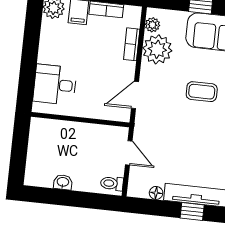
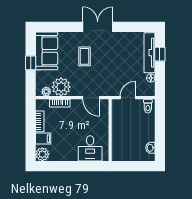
washbasin: (63, 182) -> (150, 148), moved

